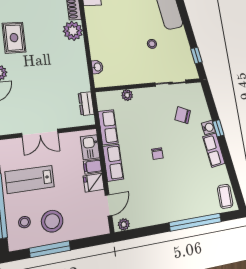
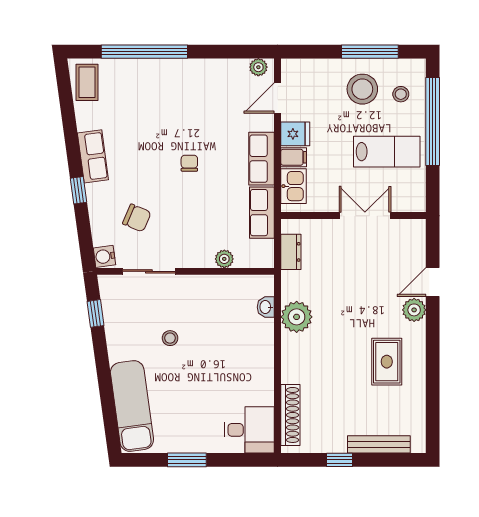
plant: (73, 31) -> (297, 317), moved
water cooler: (208, 127) -> (104, 256), moved

